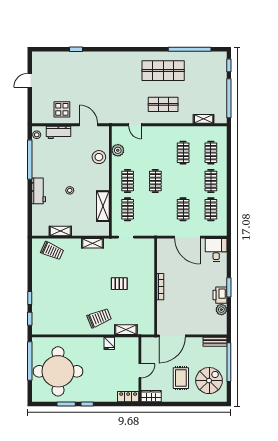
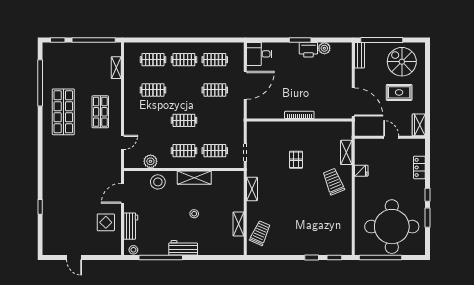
workbench: (39, 191) -> (183, 248), moved
shelving: (103, 206) -> (194, 178), moved
locker: (128, 397) -> (419, 167), moved

